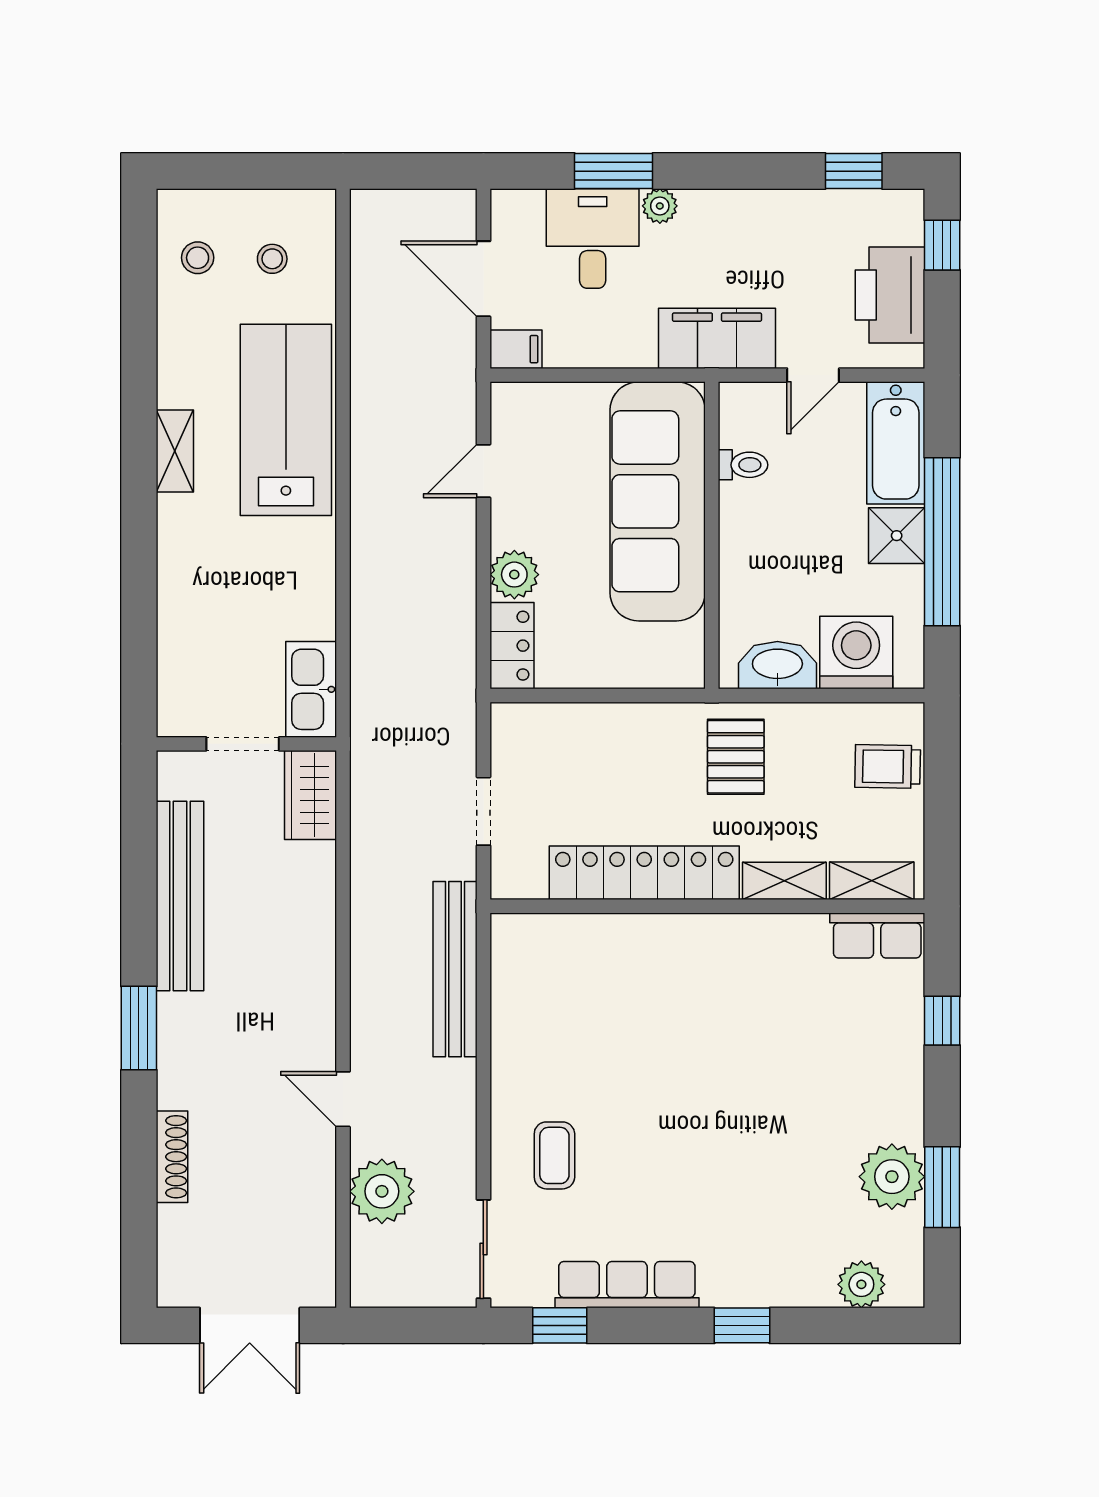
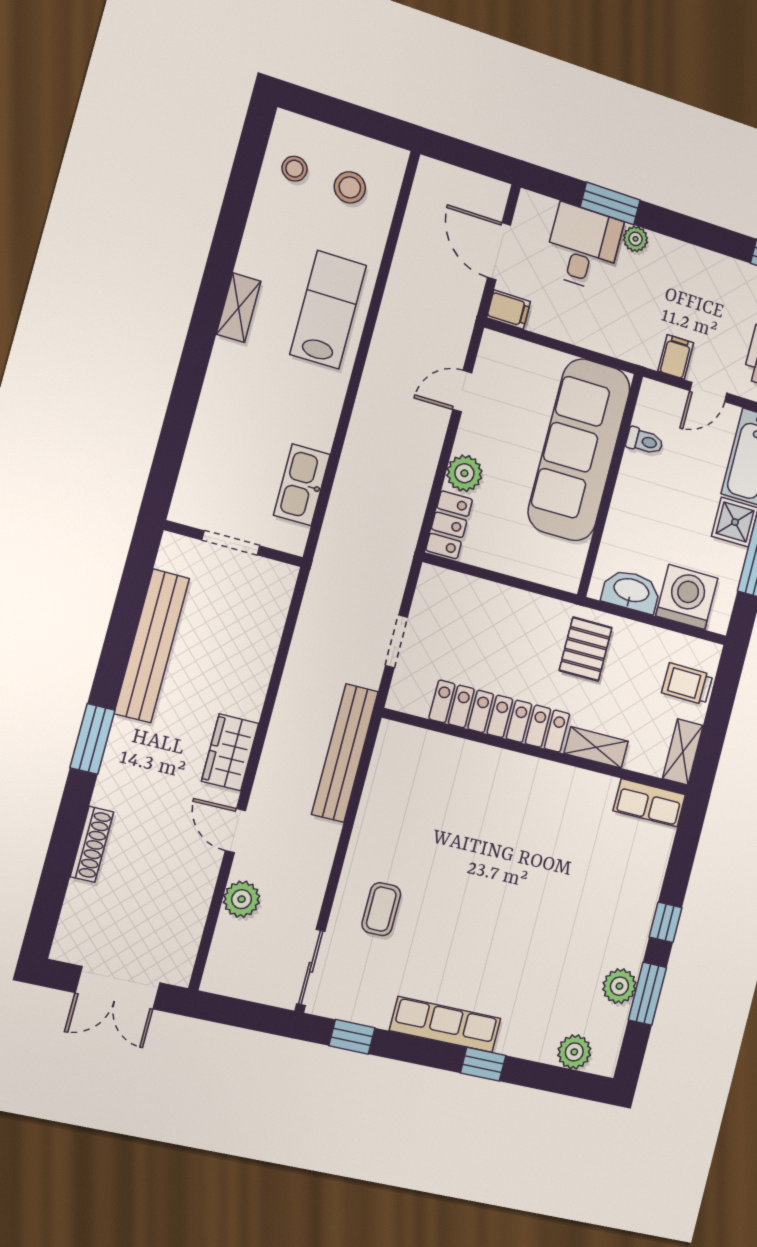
stool: (272, 259) -> (350, 187), width x1.37, depth x1.37
filing cabinet: (717, 338) -> (676, 357), width x0.33, depth x0.86
lab bench: (286, 420) -> (328, 310), width x0.73, depth x0.72
kitchen sink: (311, 689) -> (302, 485), moved
wardrobe: (311, 795) -> (230, 752), moved
shelving: (872, 881) -> (683, 752), moved, turned 90
window: (942, 1021) -> (666, 922), moved
plant: (892, 1177) -> (619, 986), width x0.73, depth x0.73
plant: (382, 1191) -> (242, 899), width x0.73, depth x0.73
row of seats: (627, 1285) -> (445, 1024), moved

